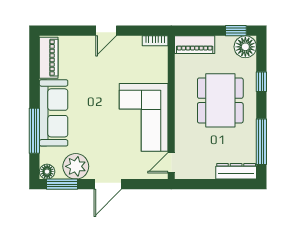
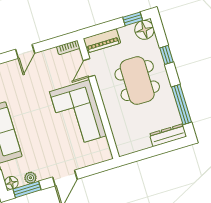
door: (171, 163) -> (89, 68), moved
plant: (76, 166) -> (30, 178), width x0.53, depth x0.53

